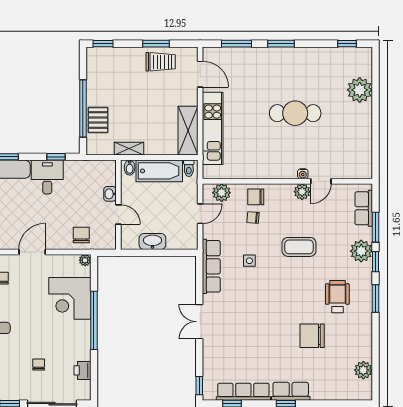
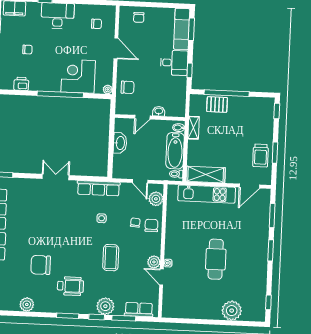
chair: (312, 336) -> (41, 265), turned -90
plant: (363, 370) -> (27, 304), moved

